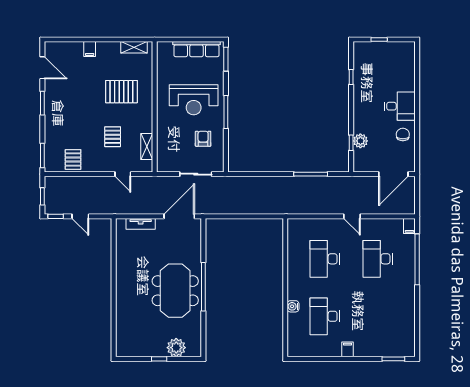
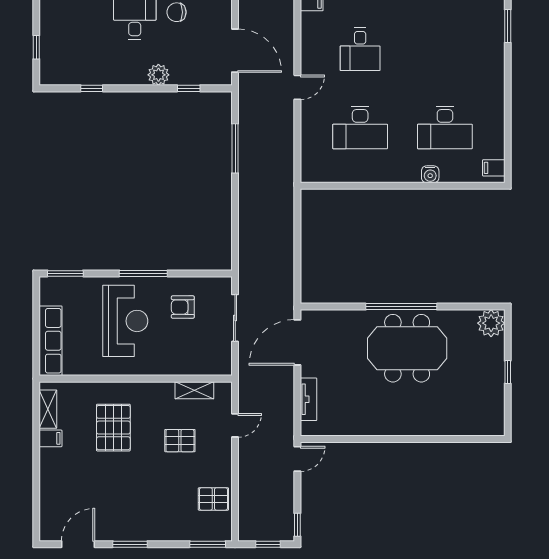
filing cabinet: (90, 49) -> (51, 438), moved
row of seats: (196, 49) -> (51, 341), moved
plant: (360, 141) -> (158, 75), moved
door: (393, 174) -> (235, 51), moved
door: (80, 216) -> (297, 459), moved
door: (179, 216) -> (297, 342), hinge flipped
desk: (378, 259) -> (360, 49), width x0.73
plant: (176, 348) -> (491, 323), moved
filing cabinet: (347, 349) -> (494, 168), moved

